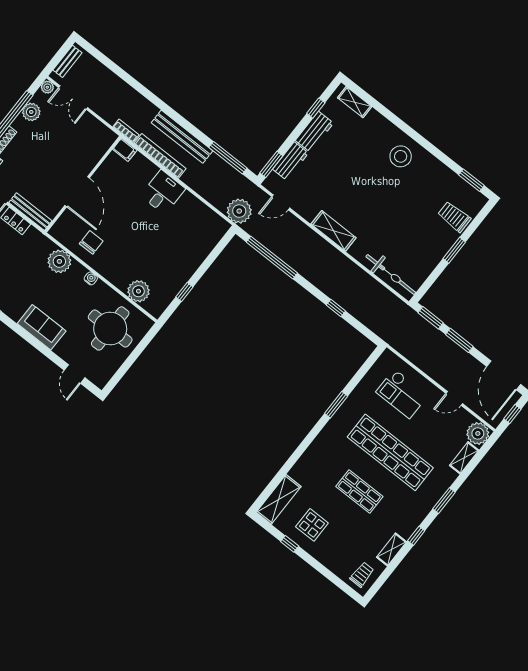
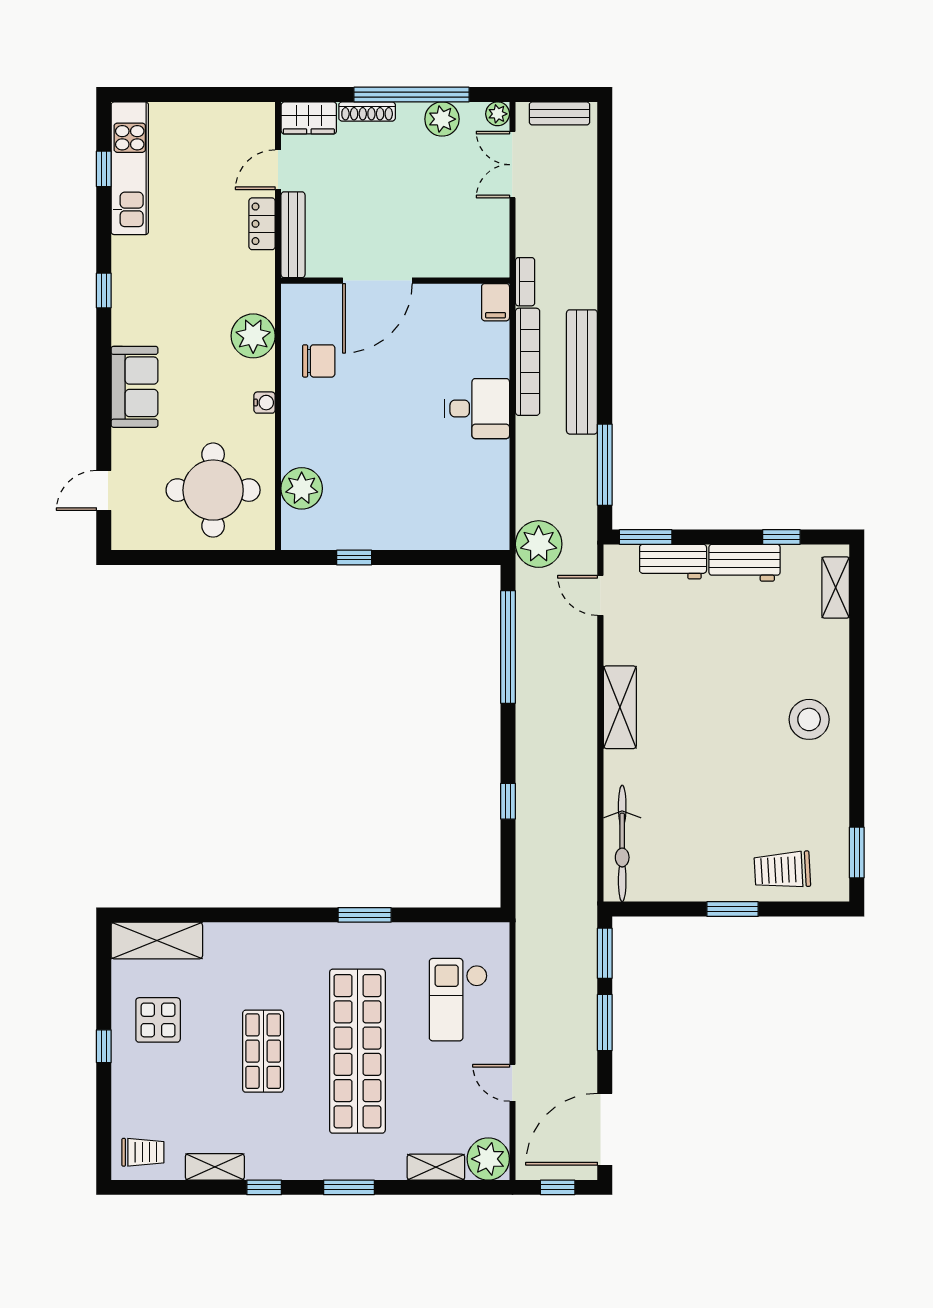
trolley: (454, 217) -> (782, 870), turned -93
window: (290, 544) -> (104, 1046), moved

